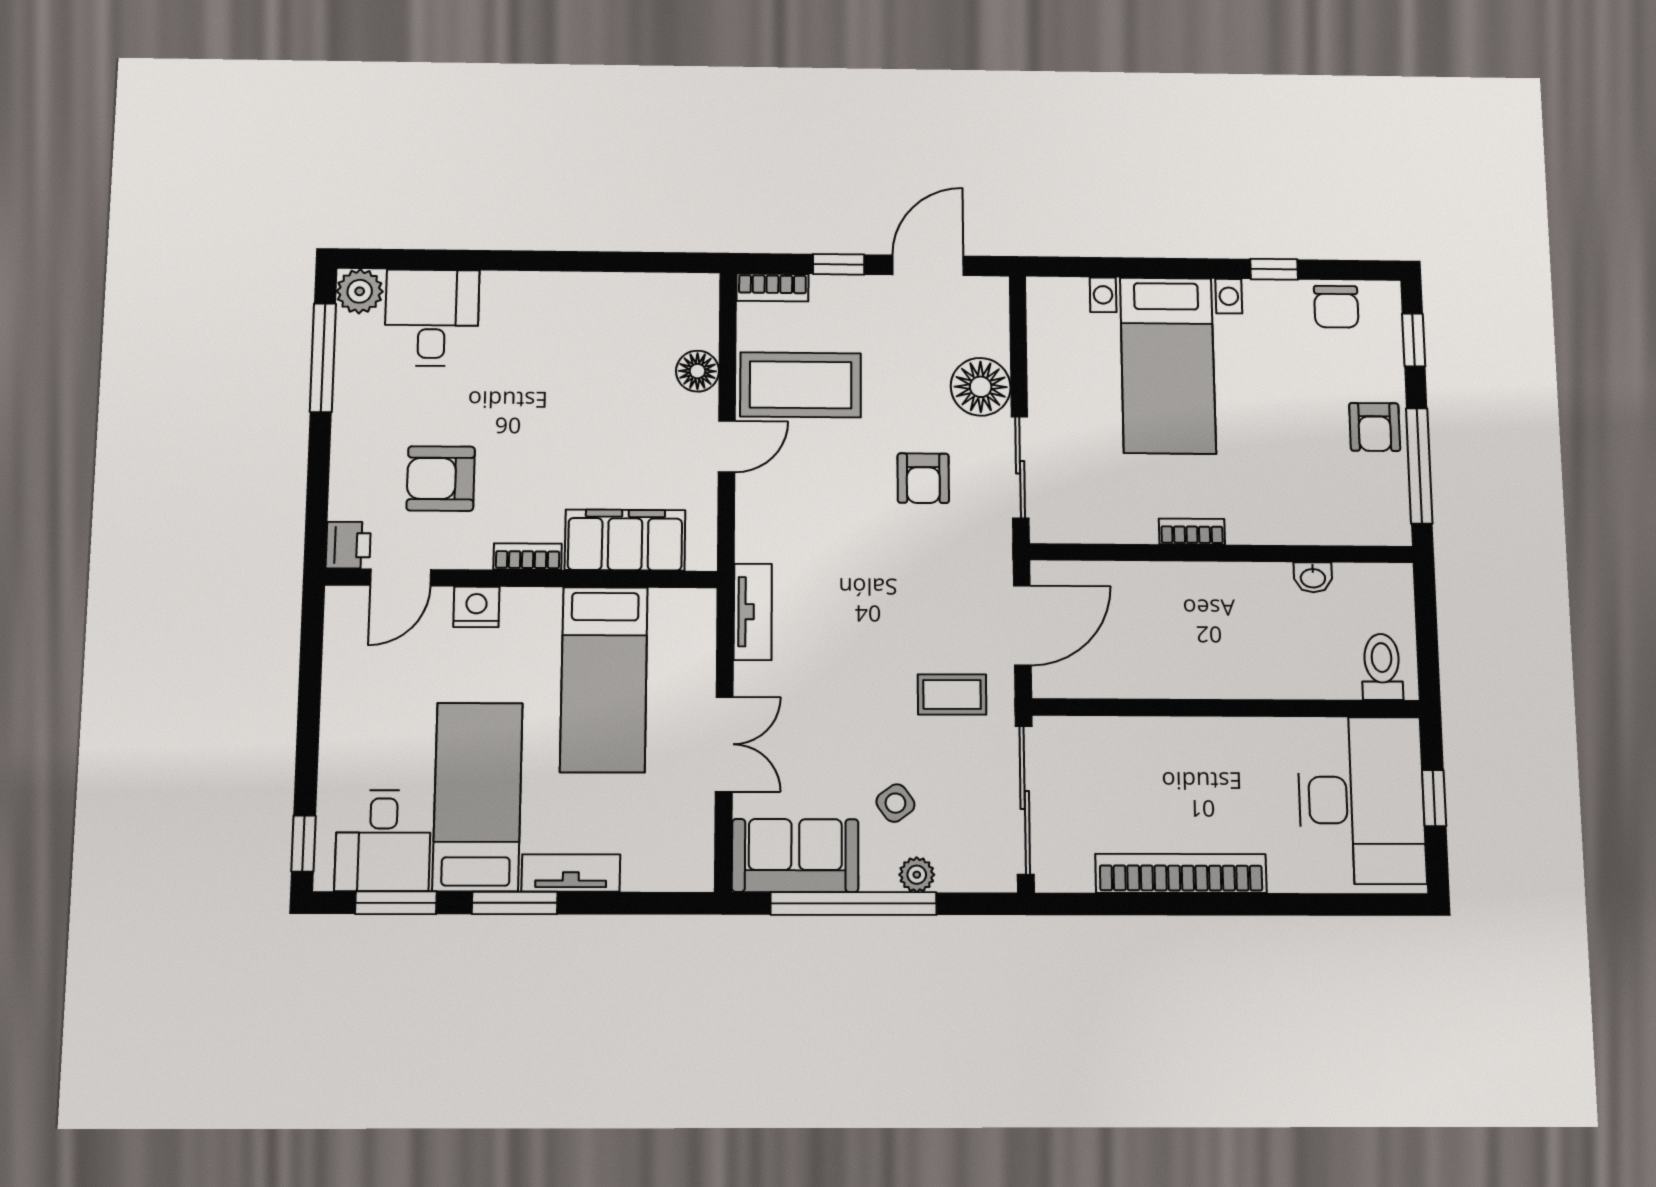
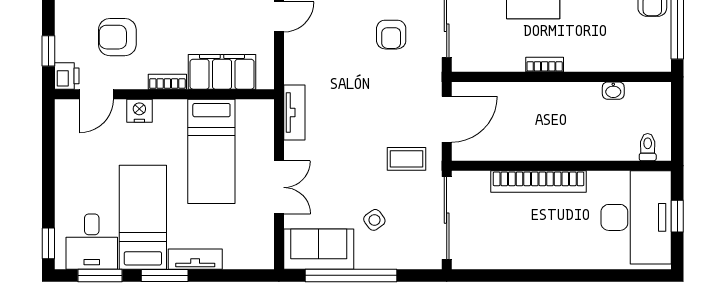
window: (317, 501) -> (48, 51), added
toilet: (1382, 667) -> (648, 147), width x0.73, depth x0.72
bookcase: (1181, 873) -> (539, 181), moved, turned 180
plant: (917, 875) -> (386, 260), removed

